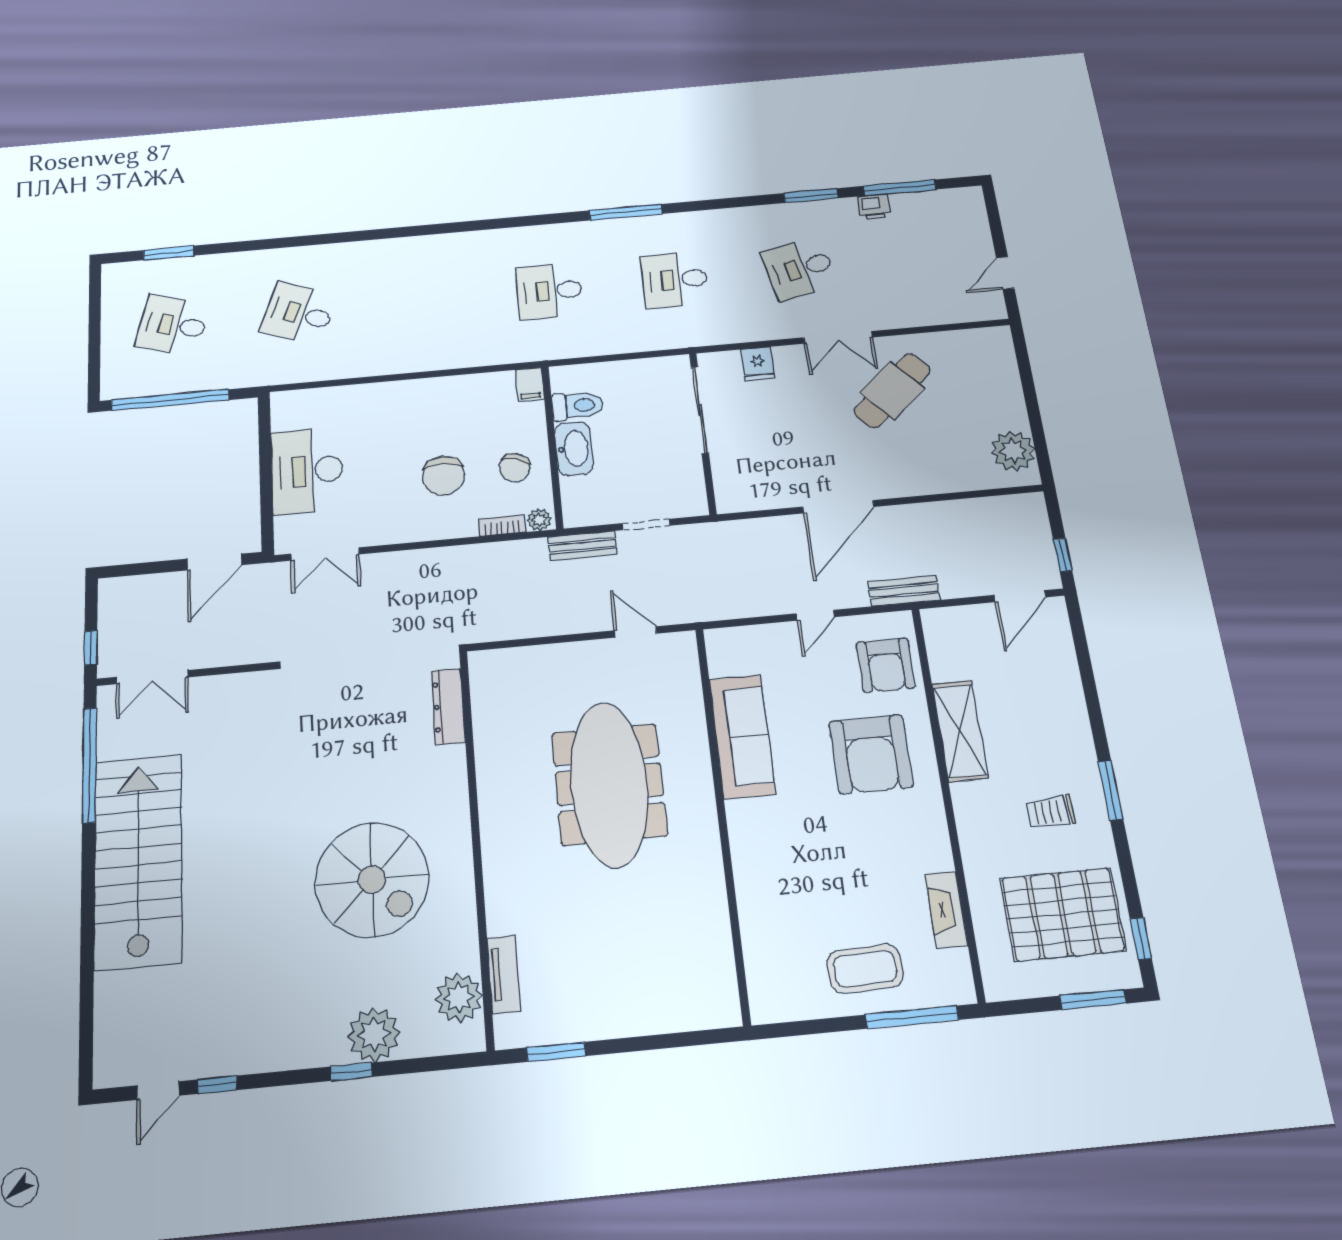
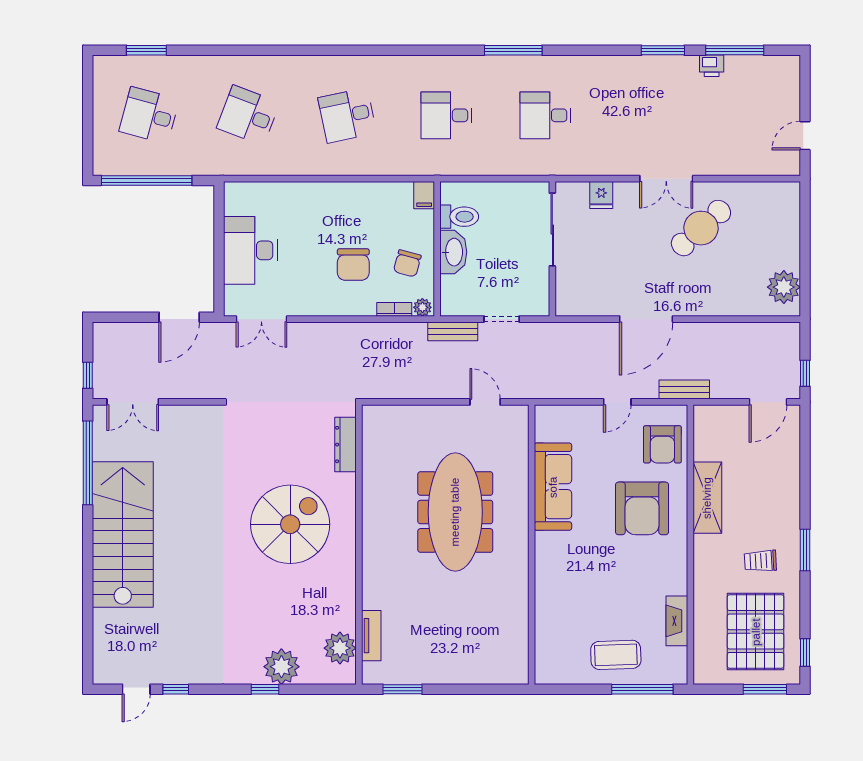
desk: (799, 269) -> (347, 115), moved
spiral stairs: (372, 880) -> (290, 524), moved, turned -90
pallet: (1063, 914) -> (756, 632), turned 90

